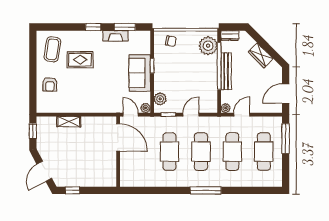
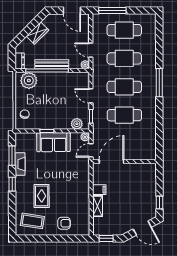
filing cabinet: (87, 124) -> (99, 190), added

